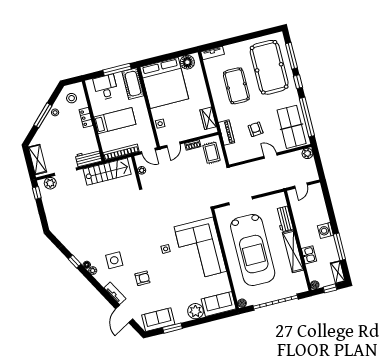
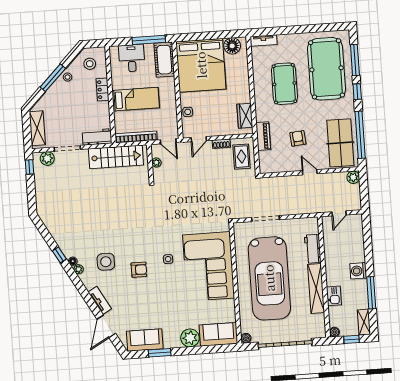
armchair: (142, 278) -> (139, 270), moved

